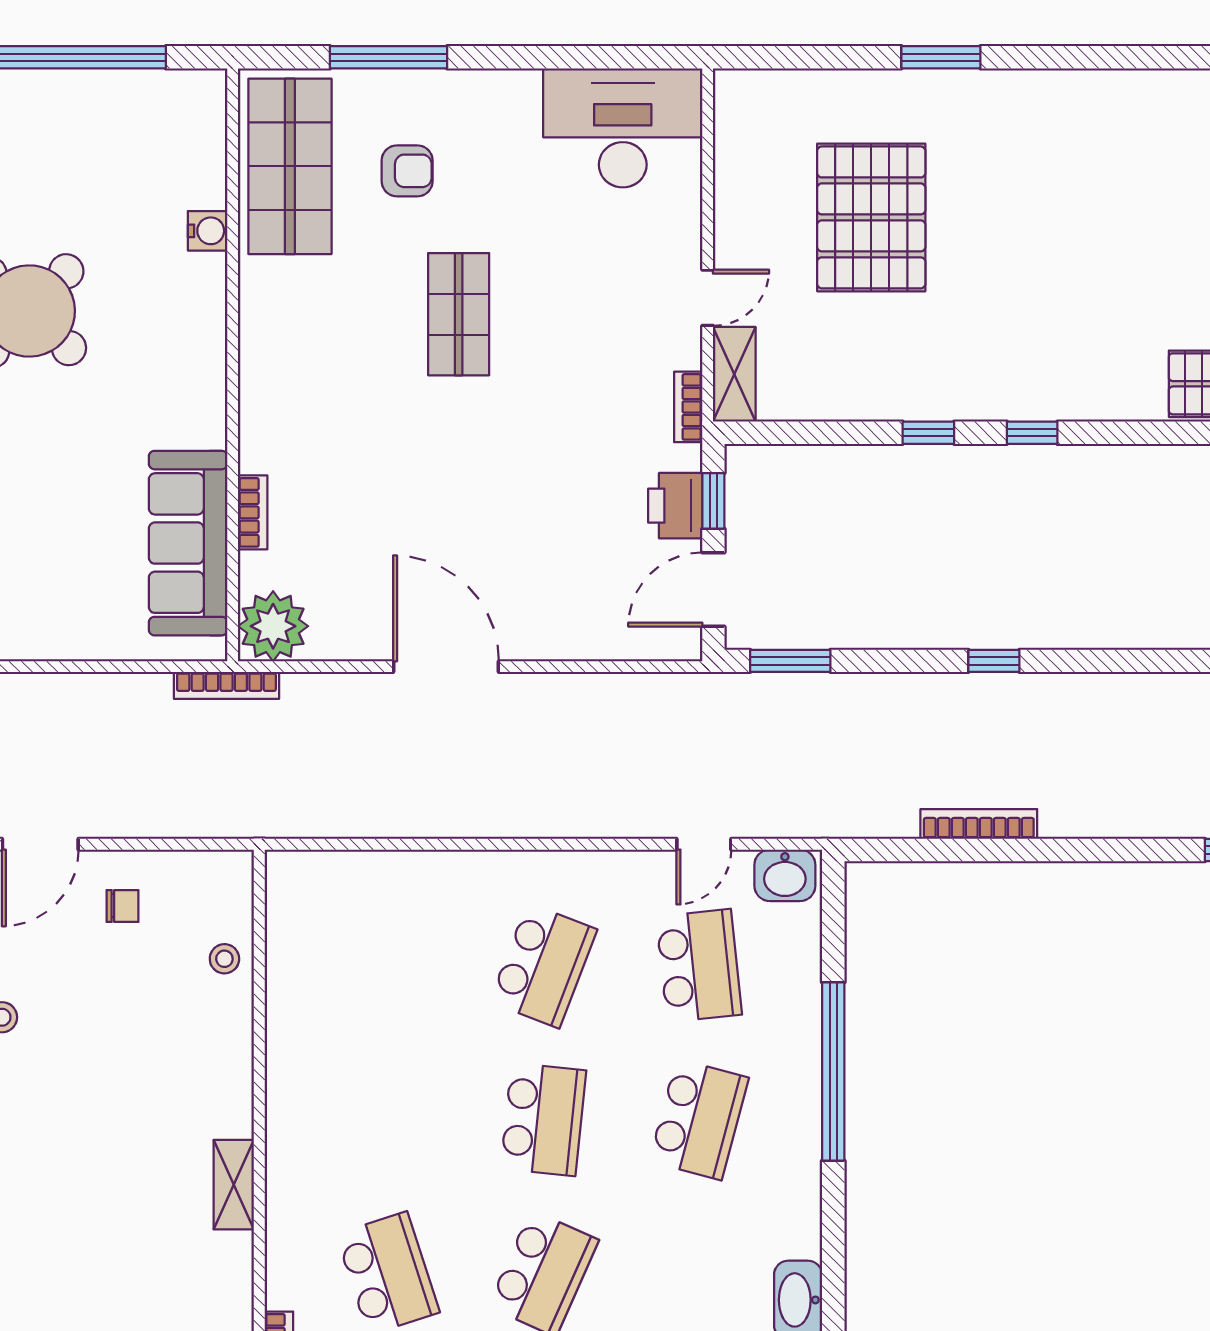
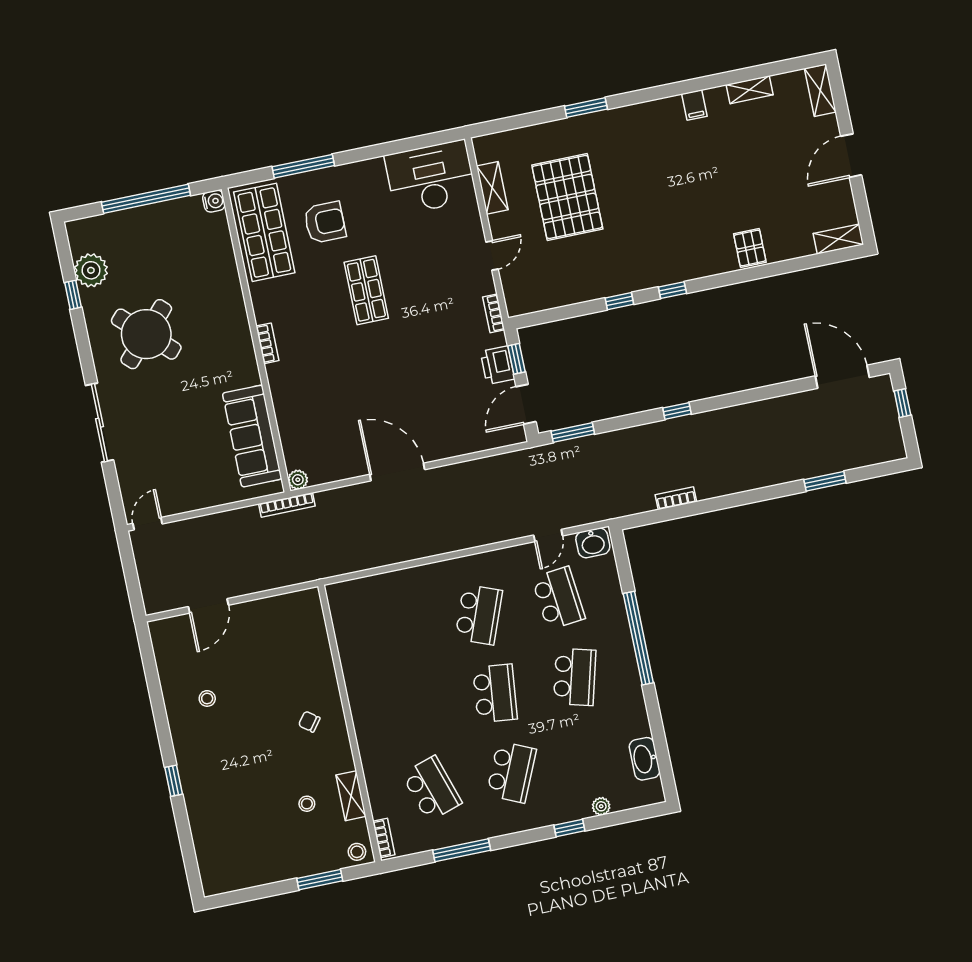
filing cabinet: (1145, 94) -> (694, 105), added
armchair: (407, 171) -> (325, 222), width x1.38, depth x1.38
water cooler: (208, 231) -> (214, 201), moved
shelving: (734, 374) -> (492, 188), moved
bookcase: (253, 512) -> (267, 343), moved
plant: (273, 626) -> (298, 480), width x0.53, depth x0.53
bookcase: (979, 824) -> (676, 498), width x0.64
chair: (122, 906) -> (309, 722), moved, turned -143
stool: (224, 959) -> (307, 804), moved
shelving: (234, 1185) -> (351, 796), moved

